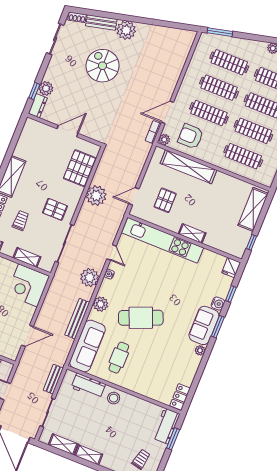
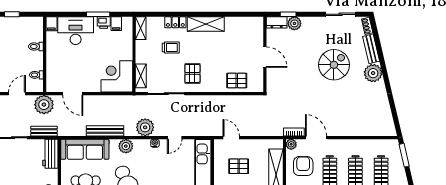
pallet: (80, 168) -> (237, 81), width x0.67, depth x0.71
plant: (96, 196) -> (44, 105), moved
shelving: (27, 257) -> (141, 76), moved
workbench: (88, 386) -> (50, 154), moved

